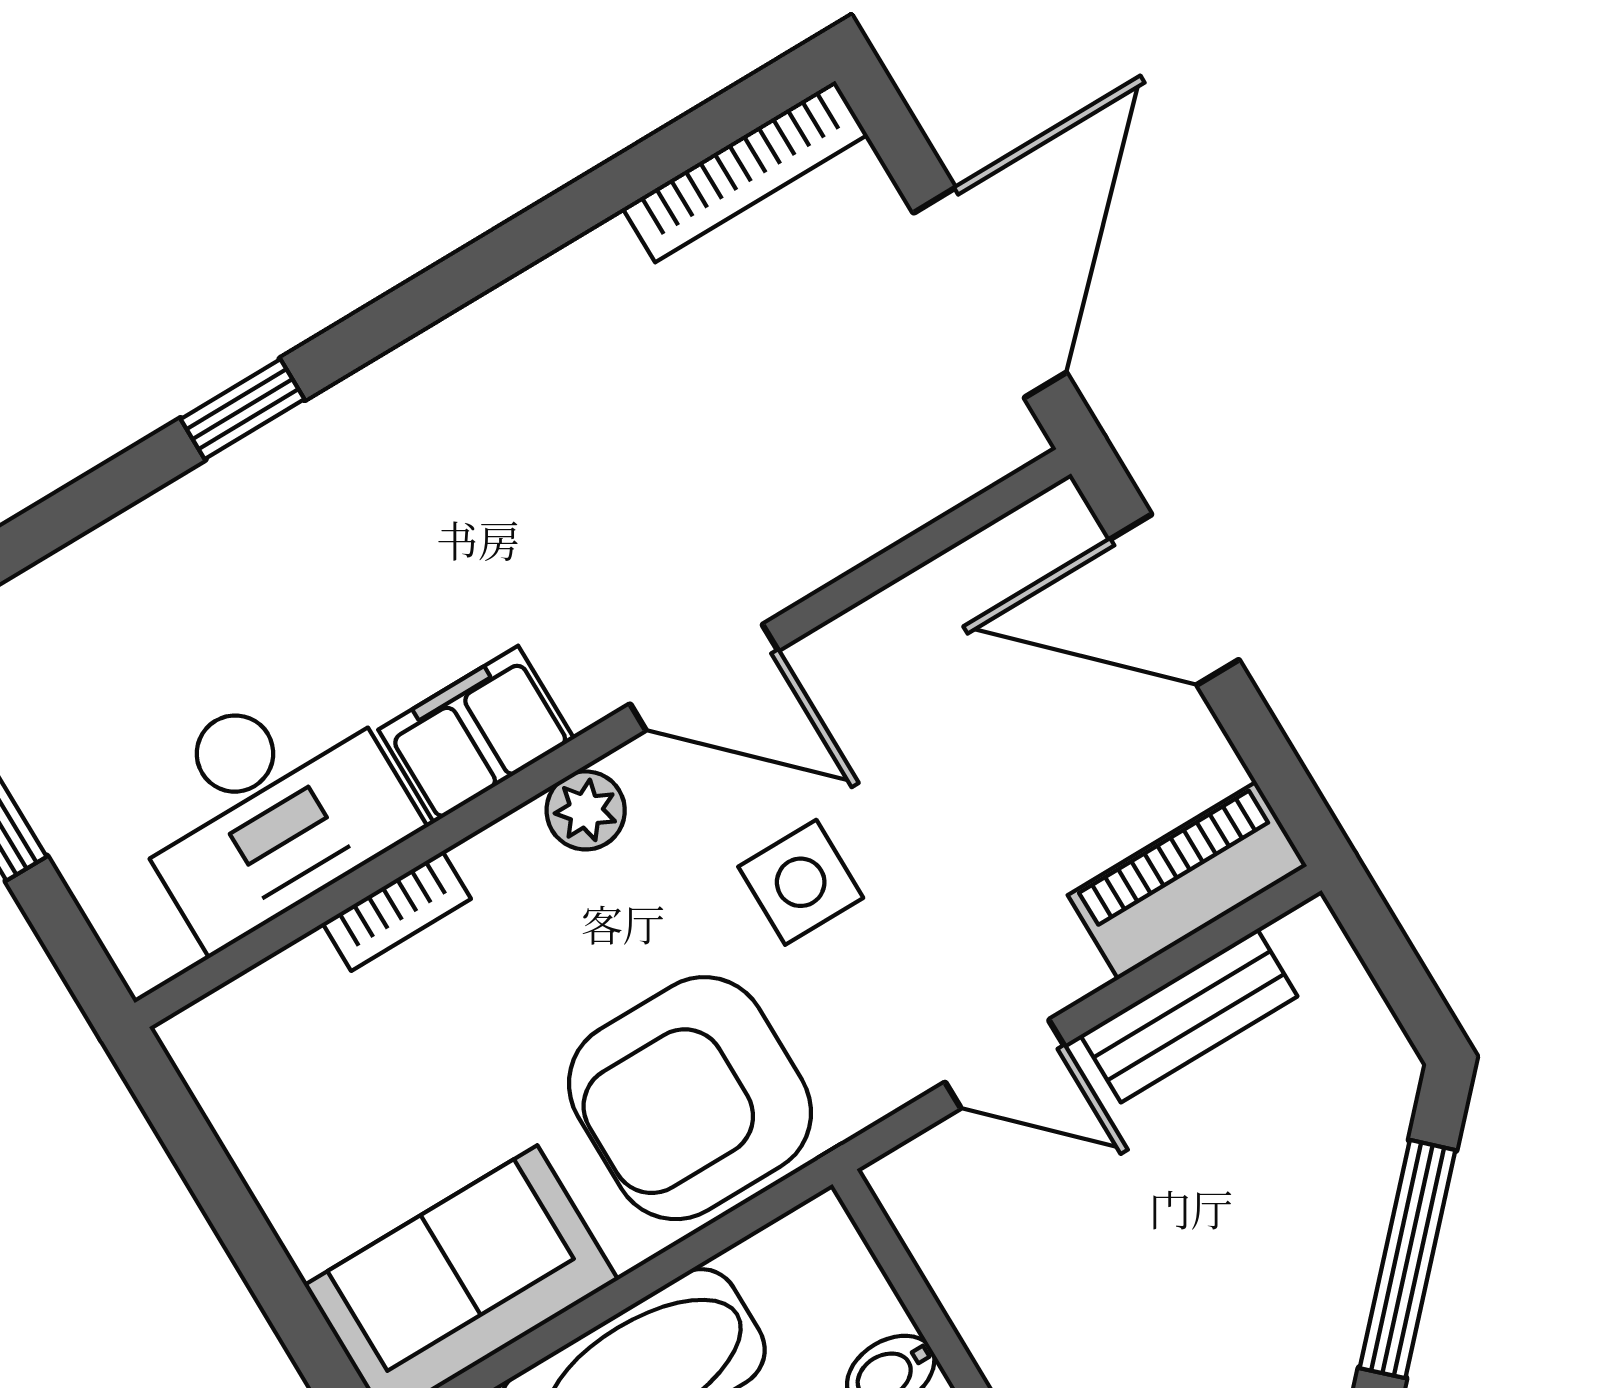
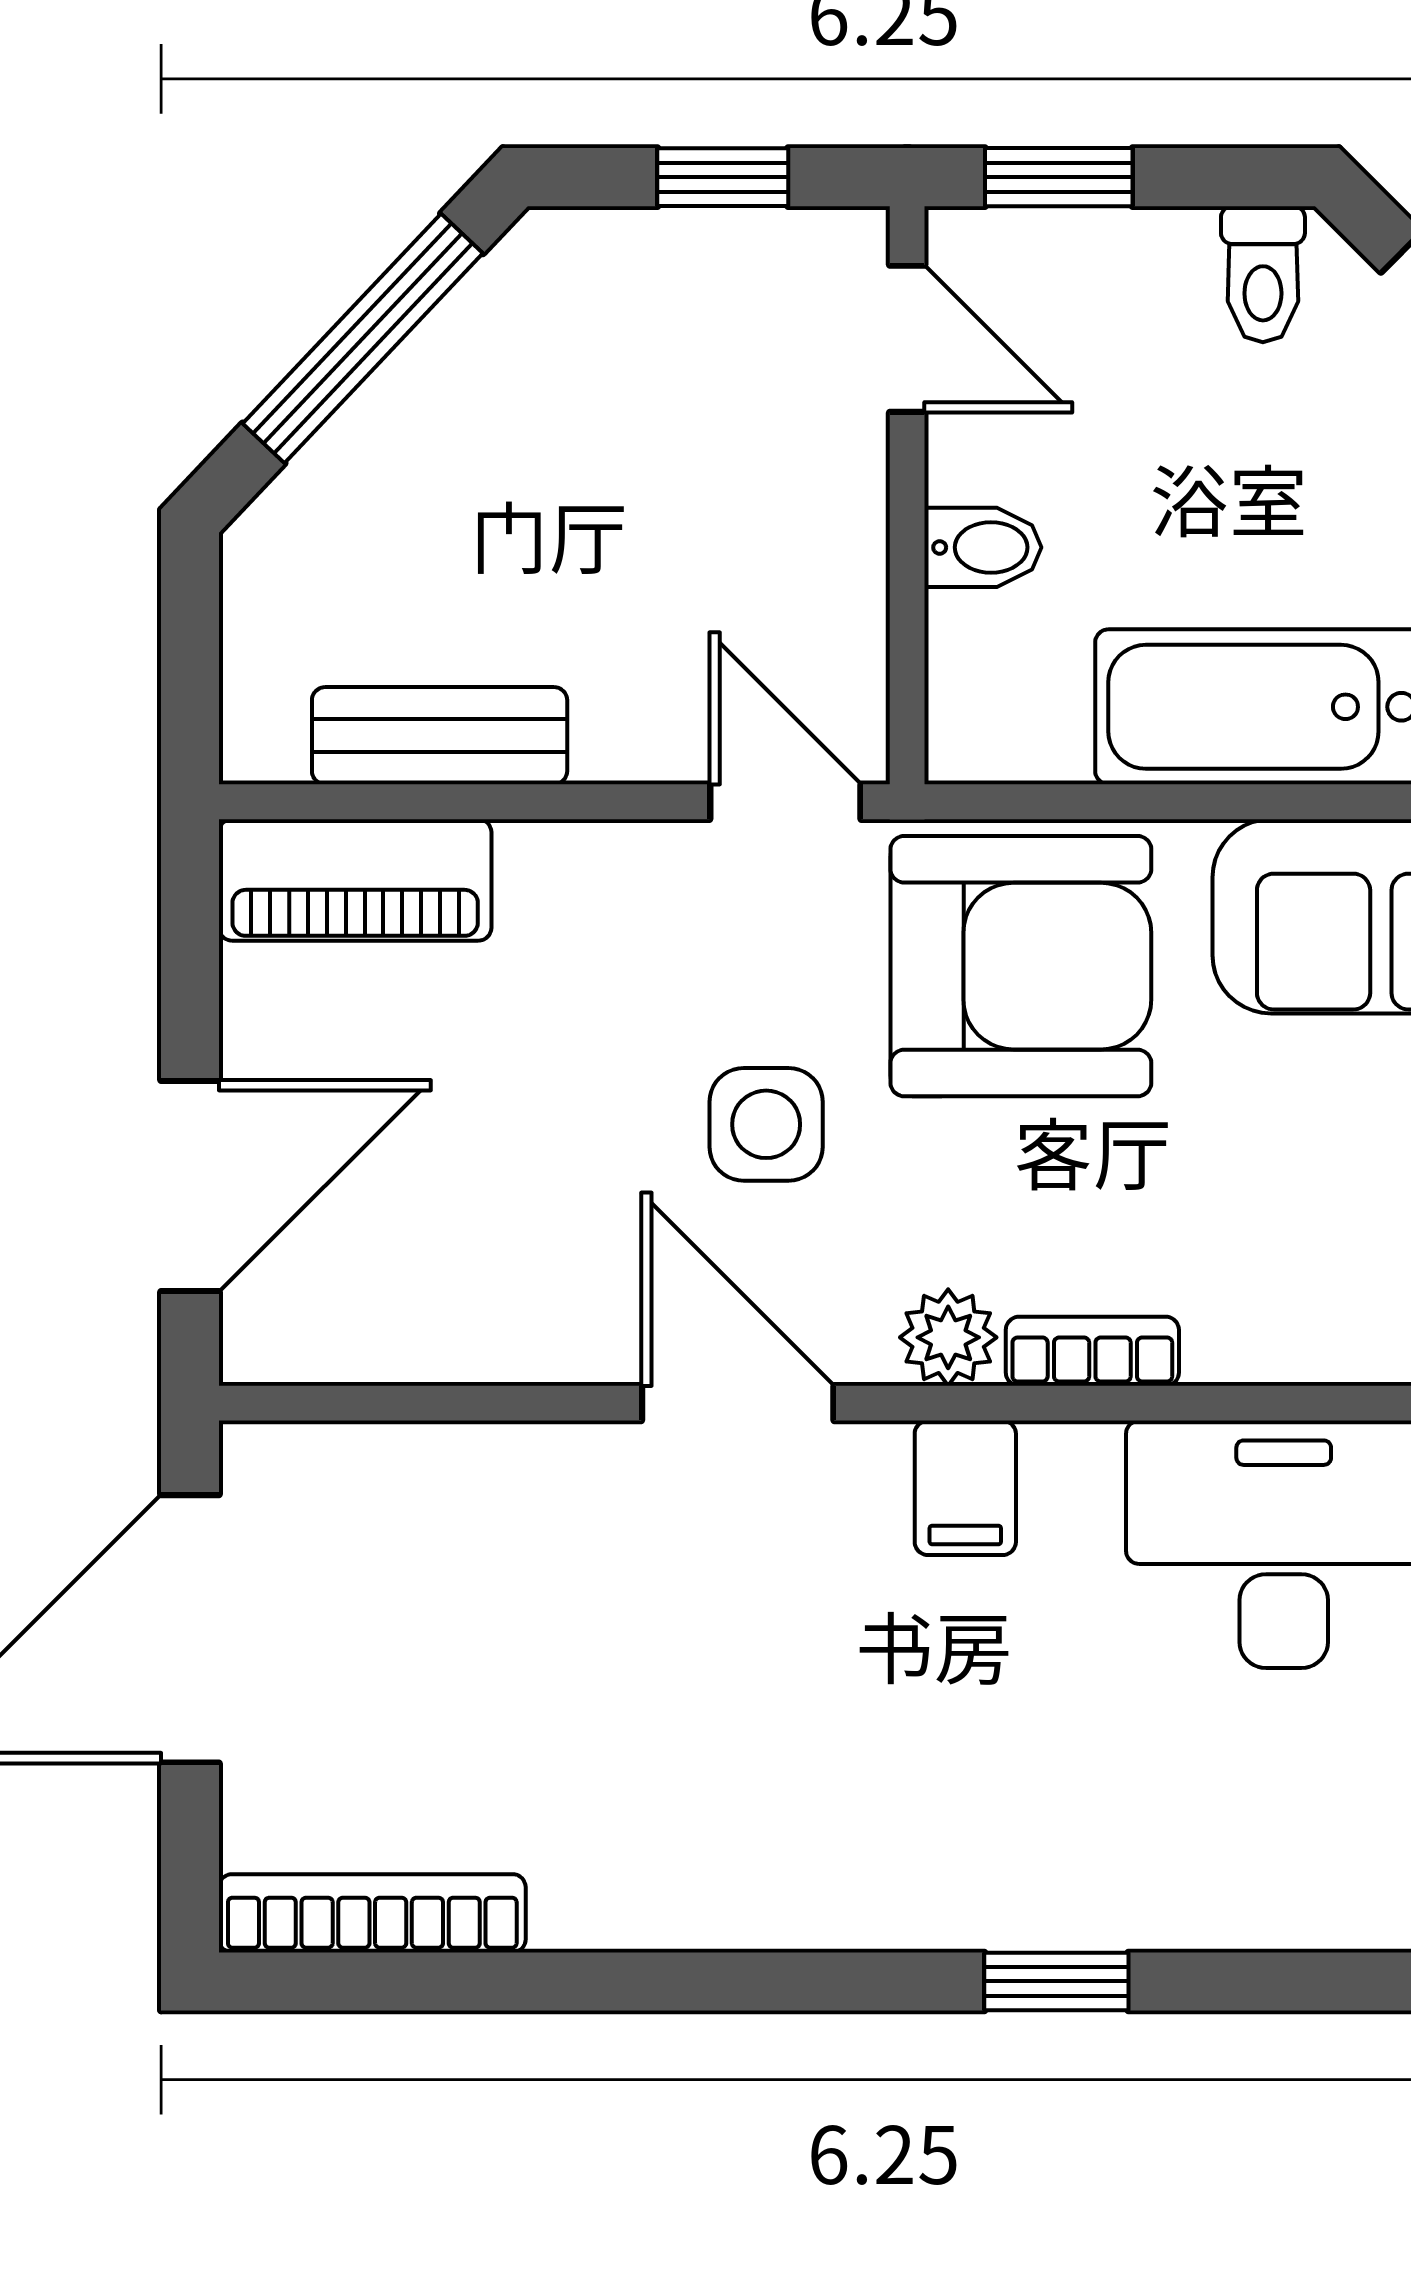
door: (1174, 600) -> (190, 1186), hinge flipped
filing cabinet: (476, 734) -> (965, 1488), width x0.50
bookcase: (397, 911) -> (1092, 1351), moved
door: (1005, 1064) -> (785, 802), moved

